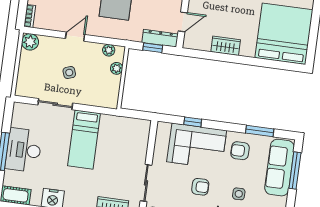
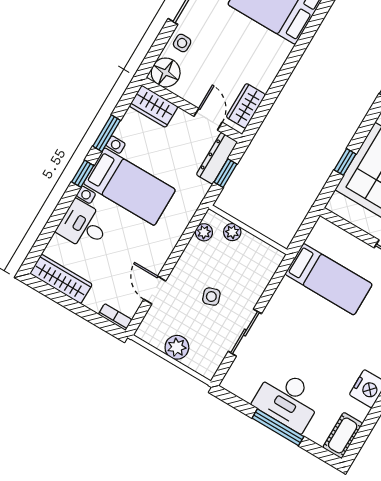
door: (75, 37) -> (155, 290), moved
plant: (30, 42) -> (177, 347), moved
wardrobe: (226, 46) -> (246, 106), moved
bed: (84, 140) -> (329, 279), moved

